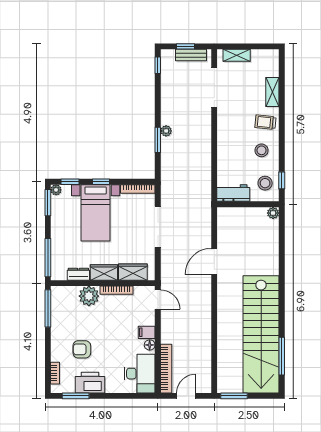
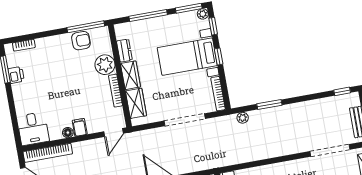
plant: (166, 131) -> (243, 118), moved
window: (48, 258) -> (148, 16), moved
armchair: (82, 349) -> (81, 41), moved, turned 90
desk: (140, 374) -> (33, 129), width x0.73
printer: (90, 383) -> (16, 75), width x0.53, depth x0.68

